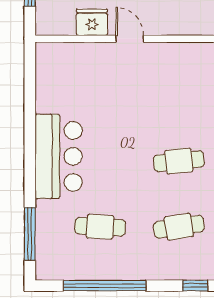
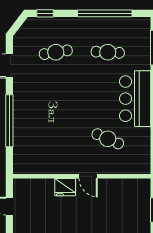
fridge: (92, 22) -> (65, 187), moved
cafe table: (179, 161) -> (108, 139), moved, turned 30

